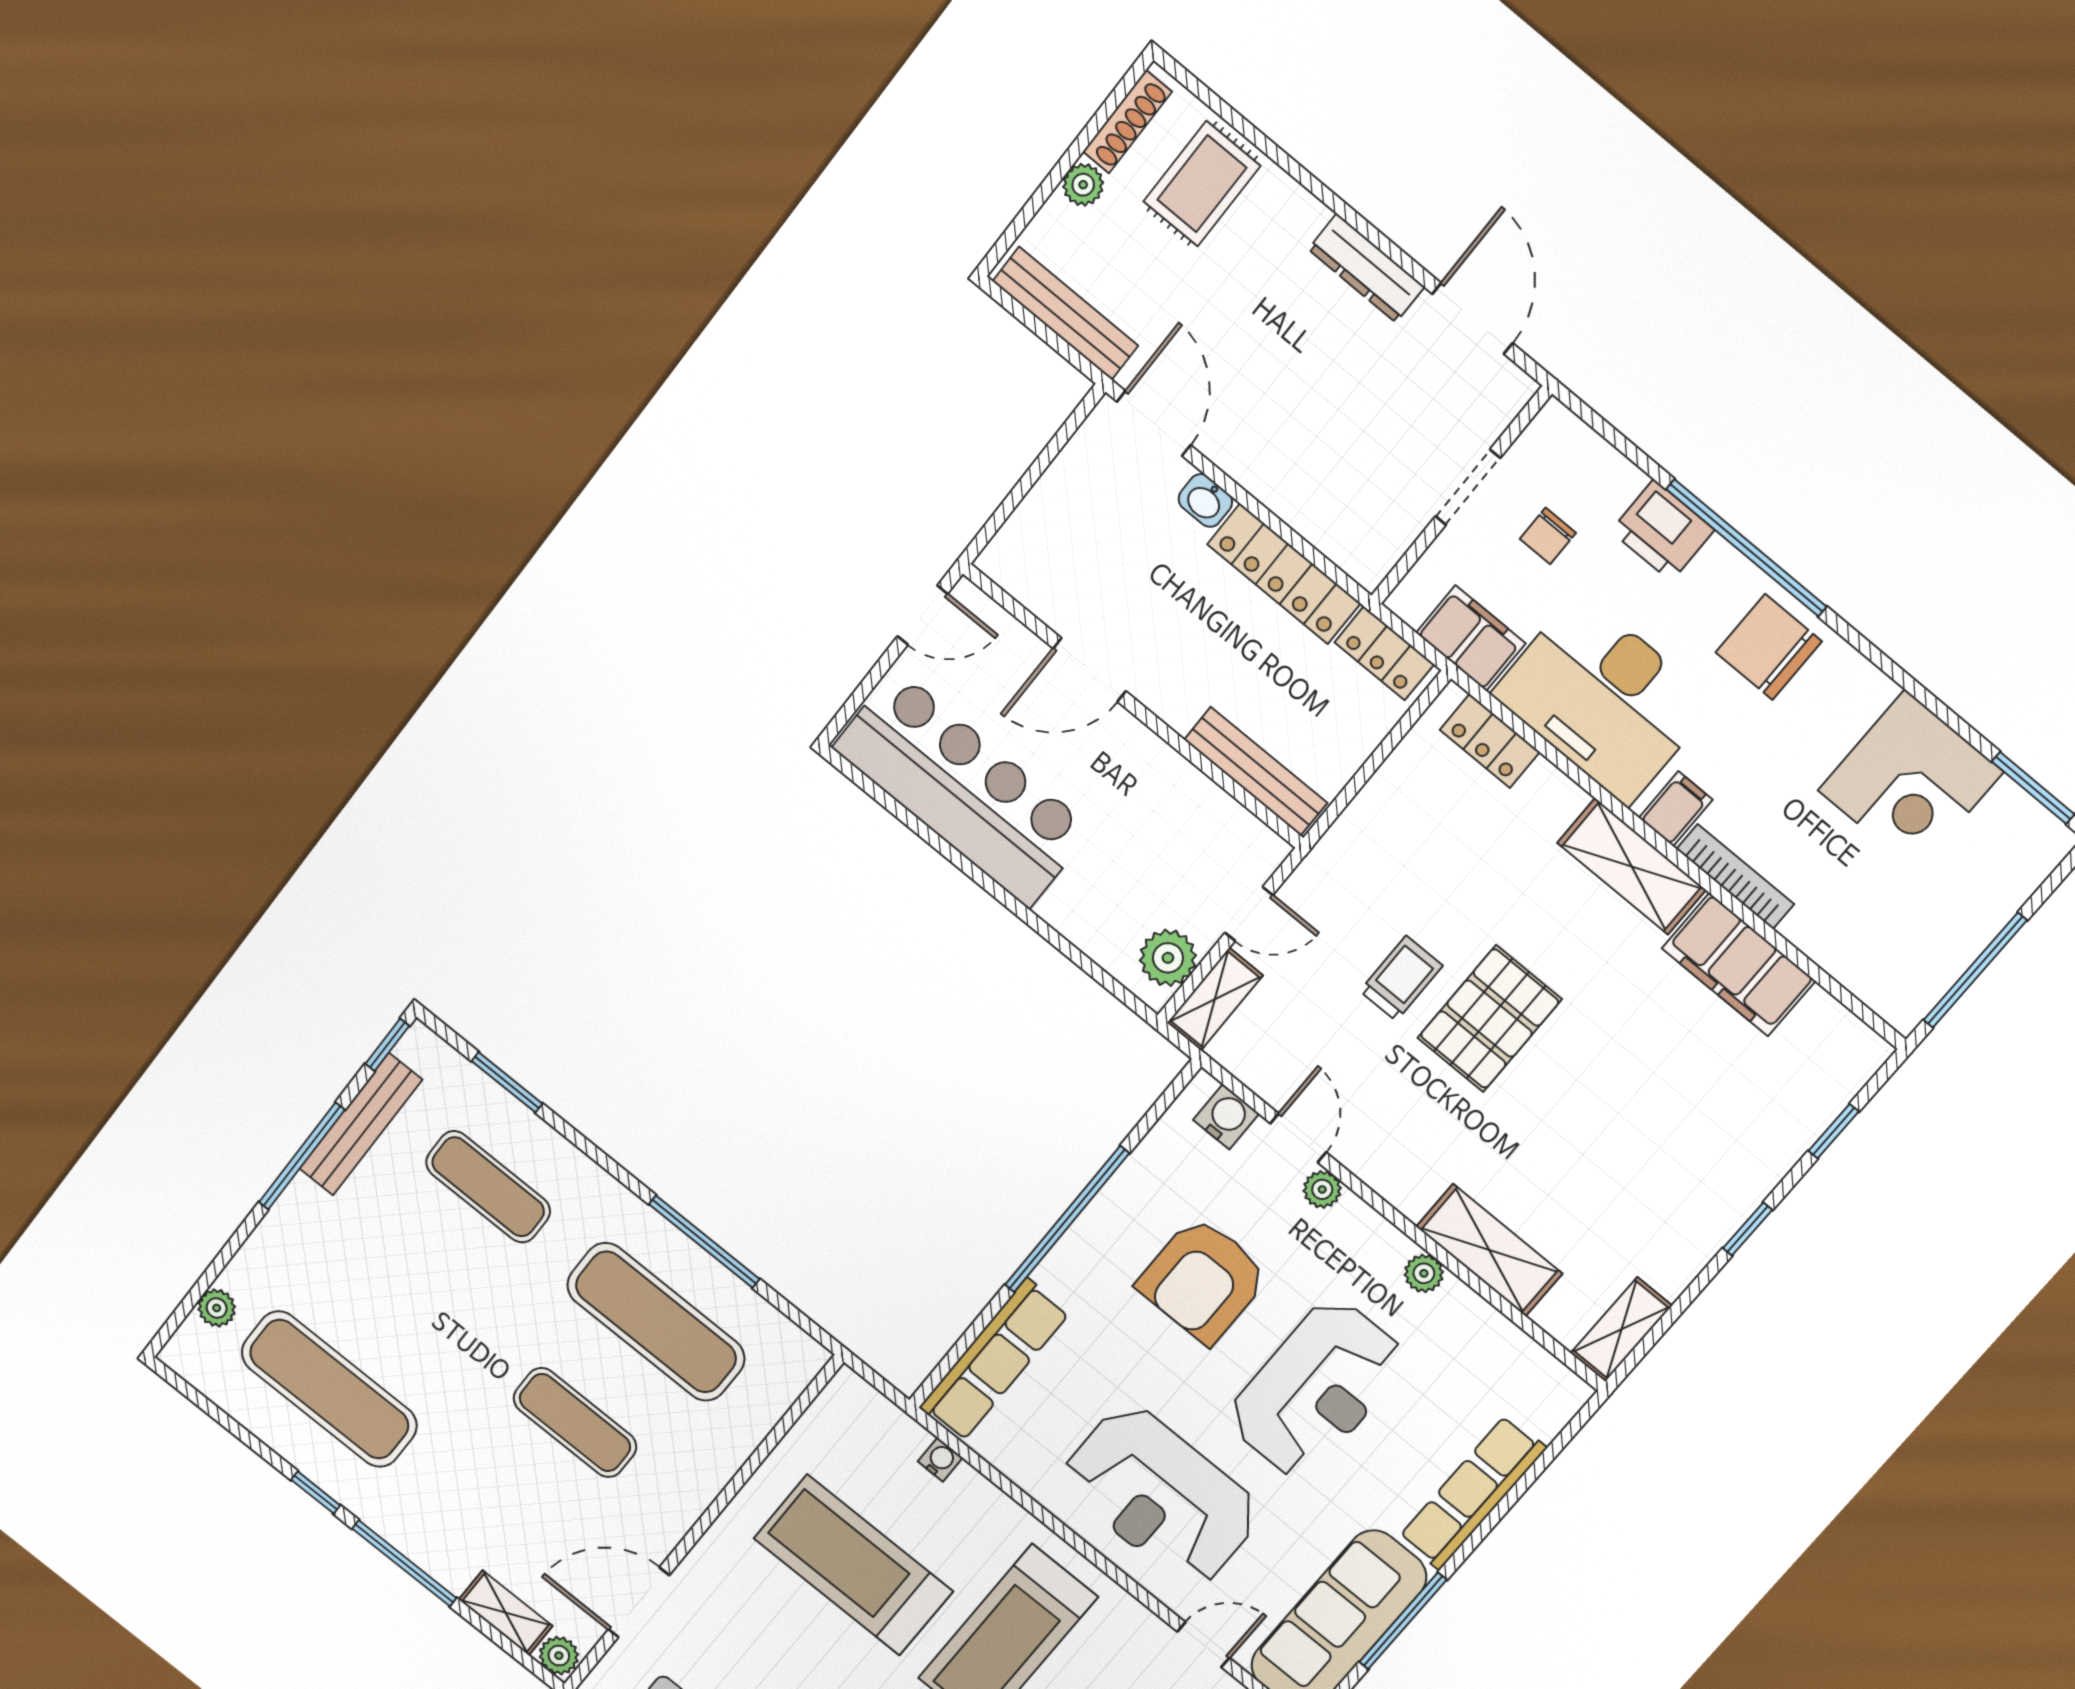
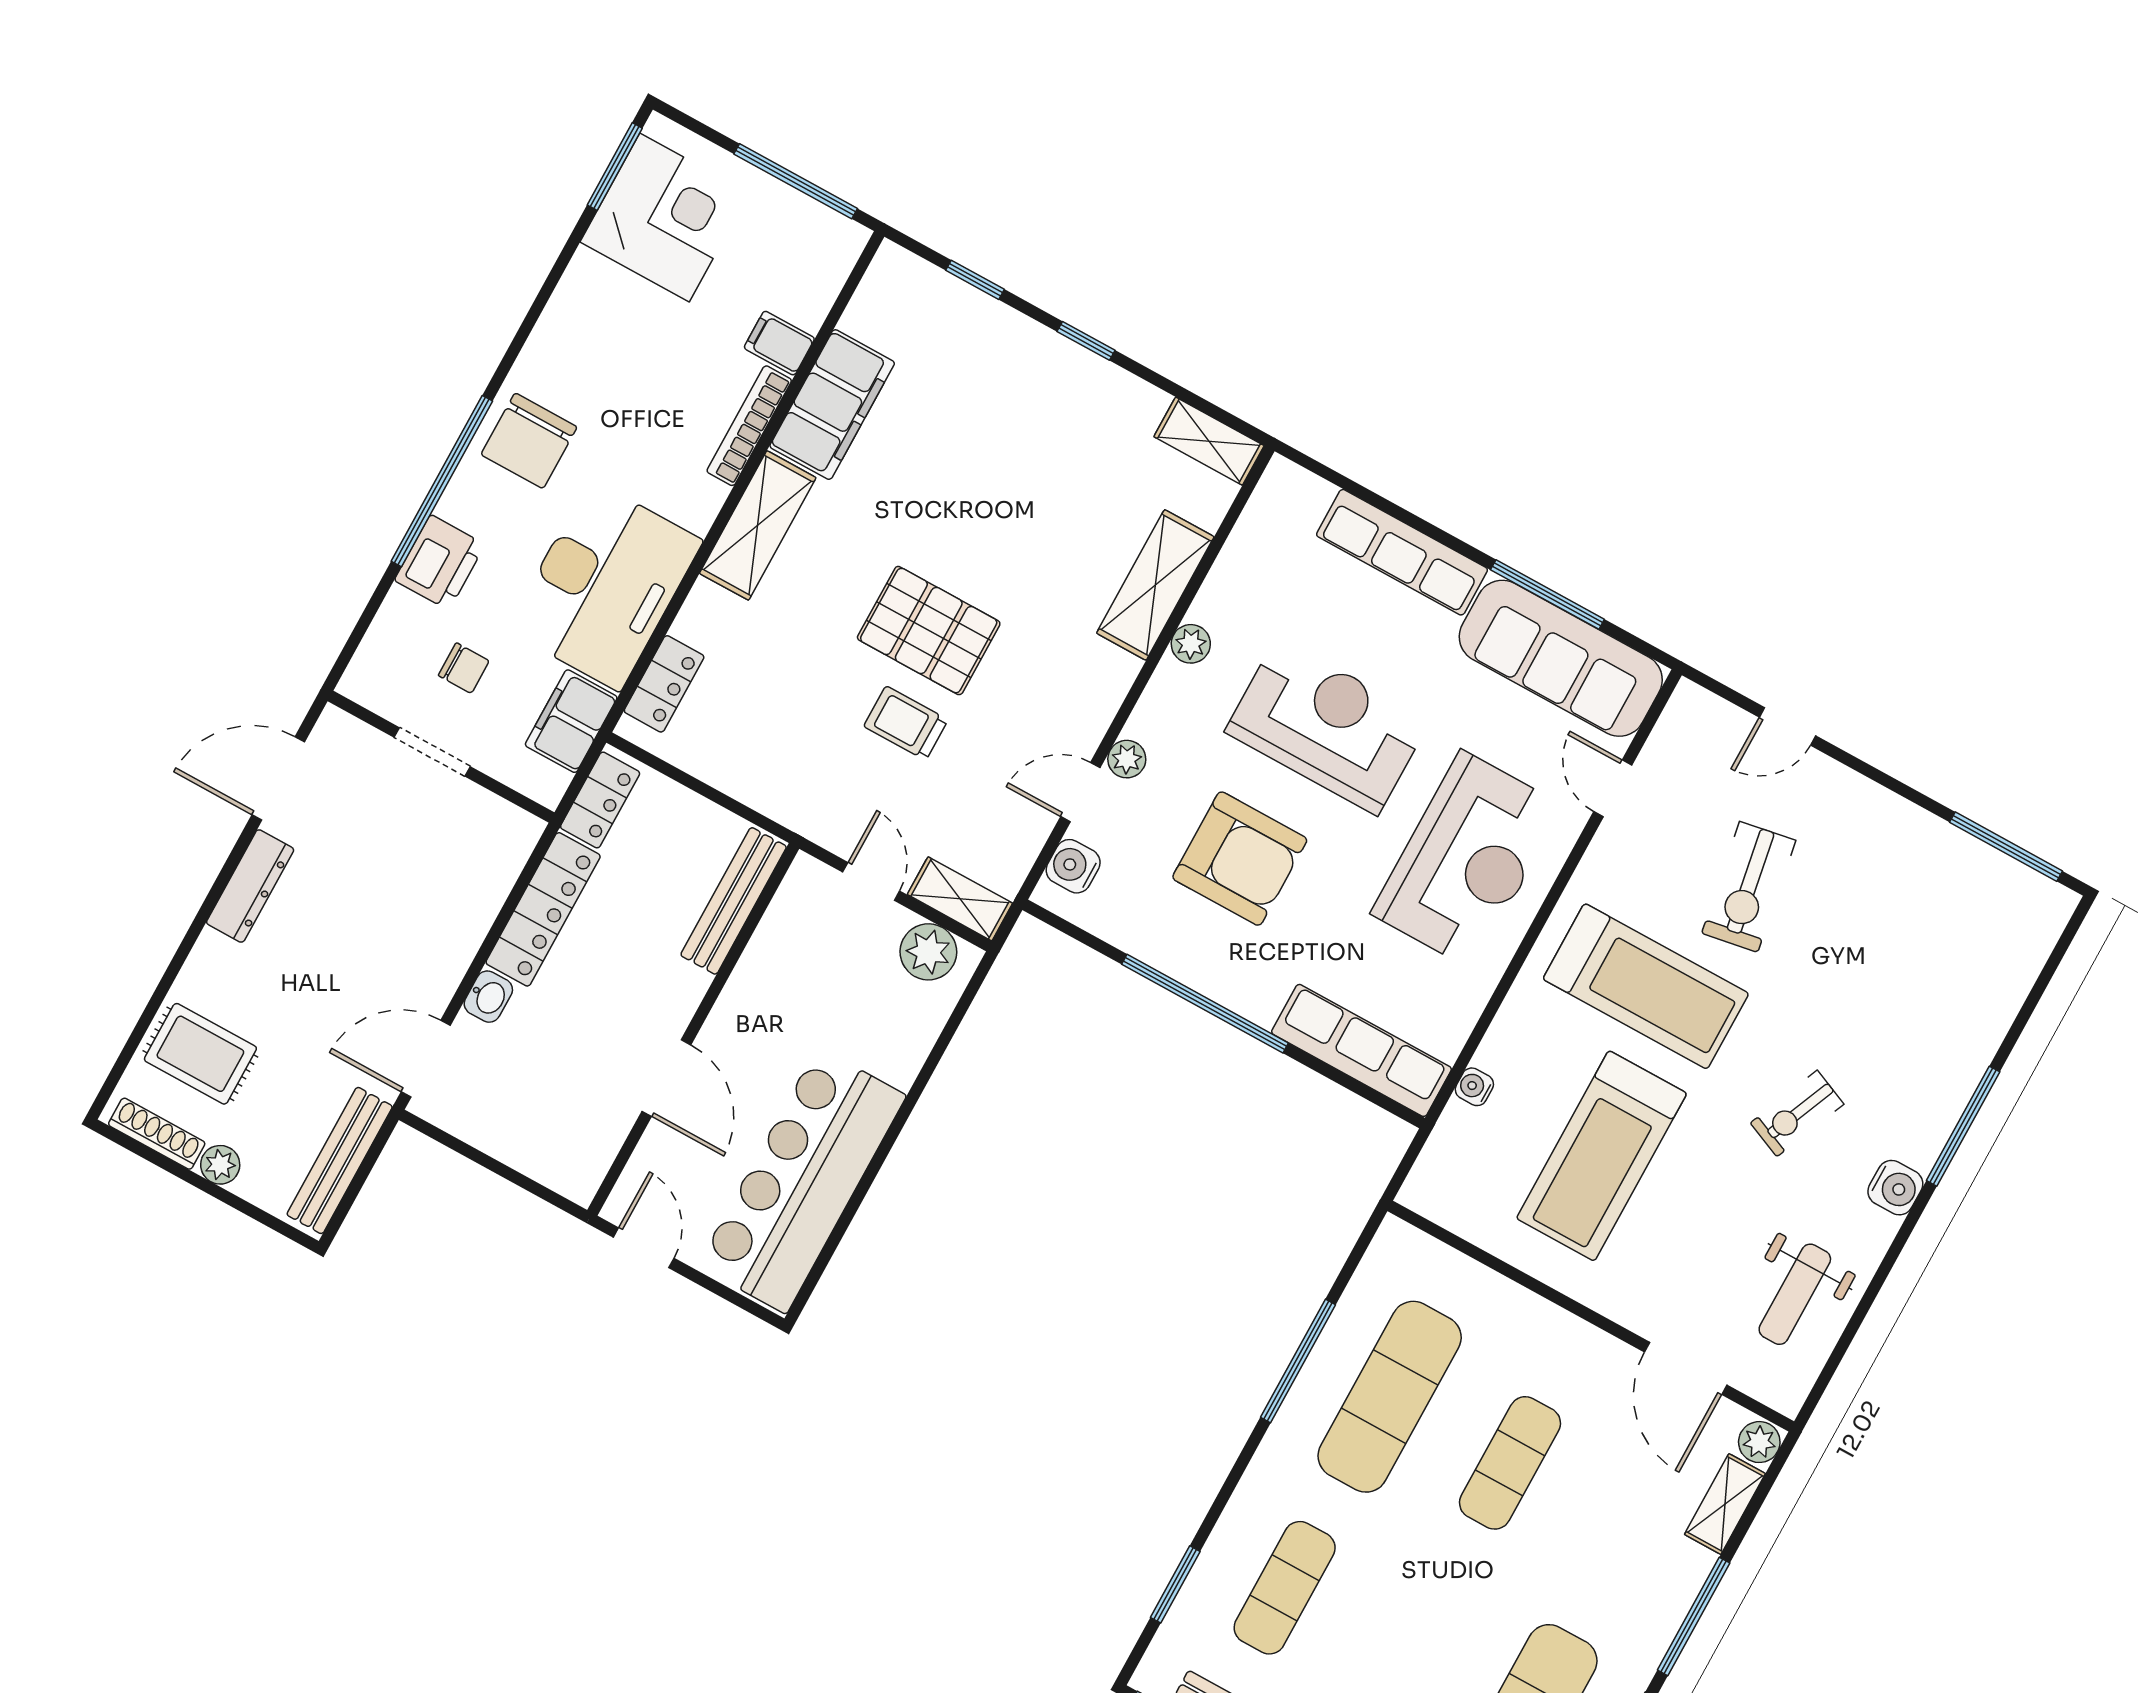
corner desk: (1911, 781) -> (665, 218), moved
filing cabinet: (1676, 809) -> (779, 343), moved

